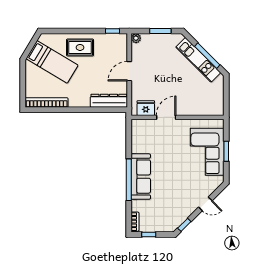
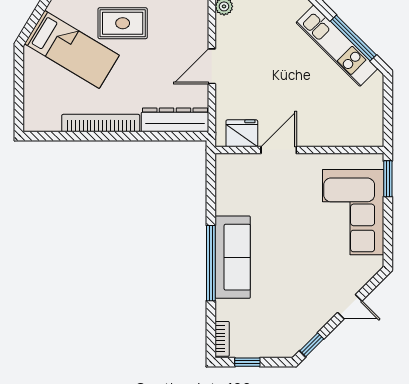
bookcase: (47, 103) -> (101, 123), moved
window: (226, 151) -> (388, 179), moved

